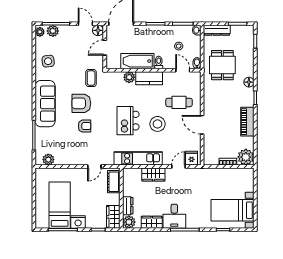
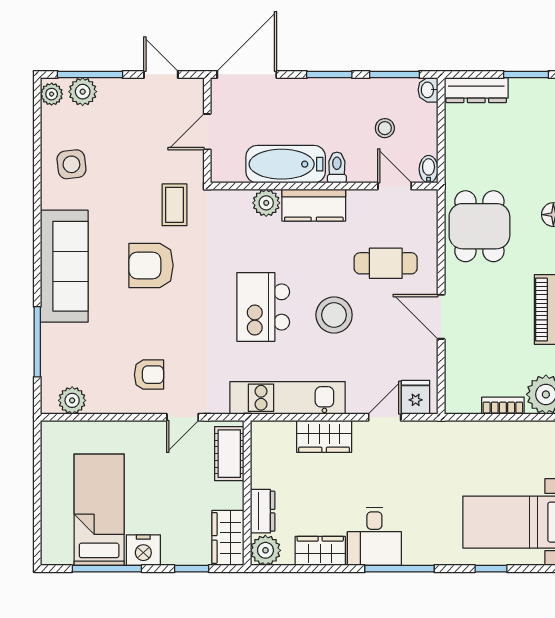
floor lamp: (98, 30) -> (191, 91), removed
dining table: (222, 65) -> (479, 226), moved
armchair: (85, 126) -> (149, 375), moved

